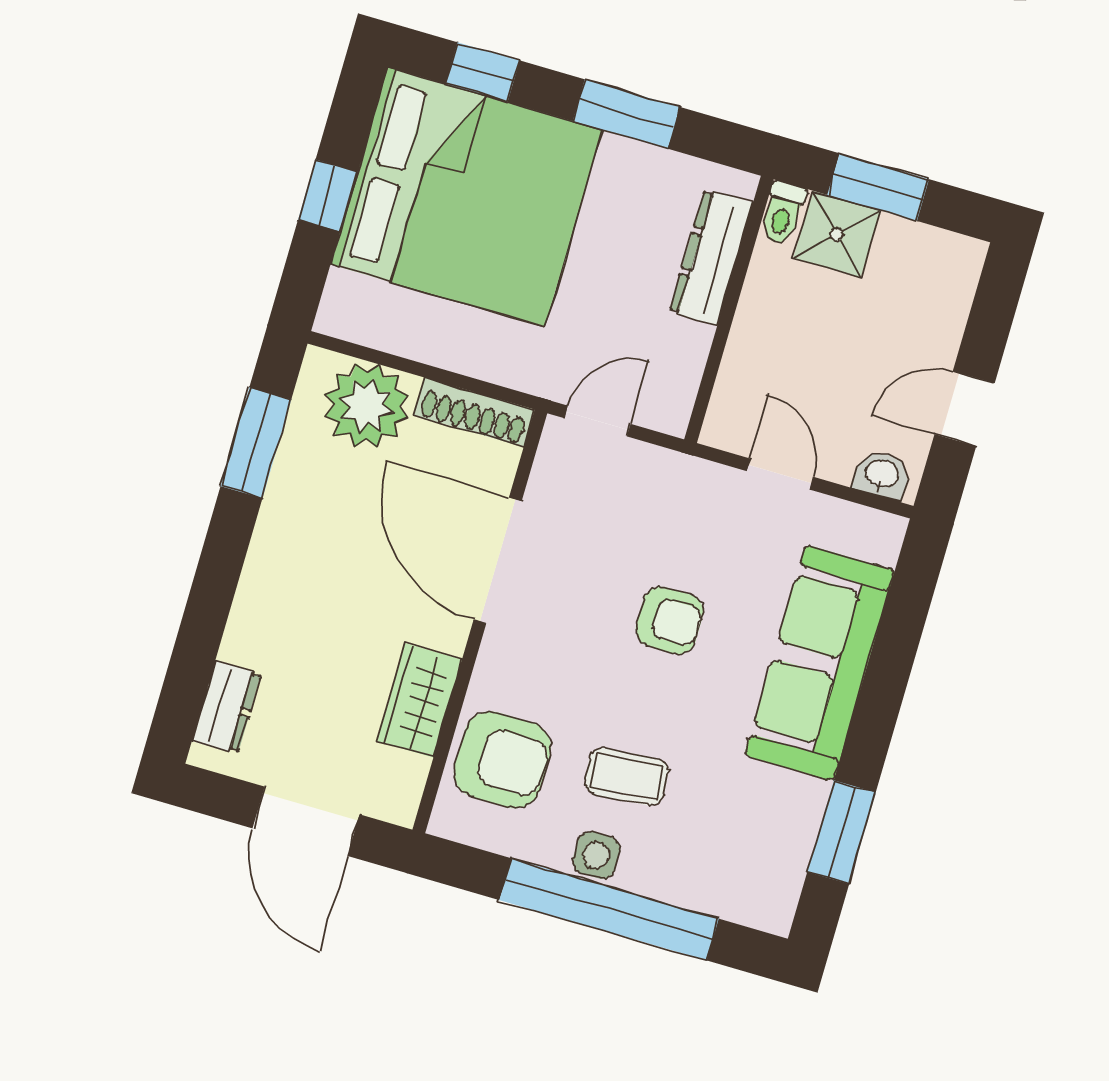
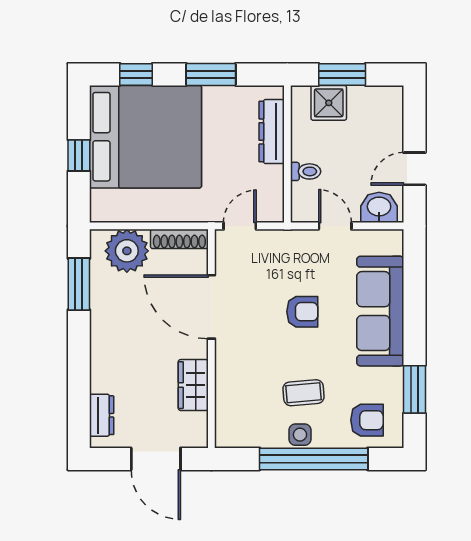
toilet: (783, 213) -> (306, 171), moved, turned -90
washbasin: (882, 475) -> (379, 207), width x1.38, depth x1.45
armchair: (502, 760) -> (367, 420), moved, width x0.72, depth x0.72

